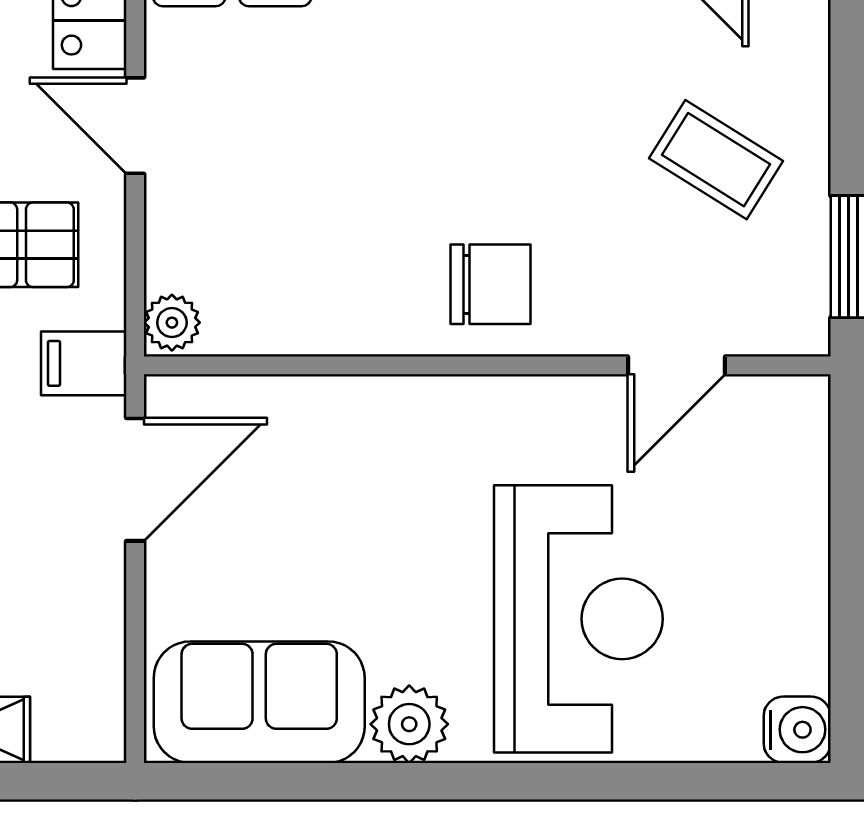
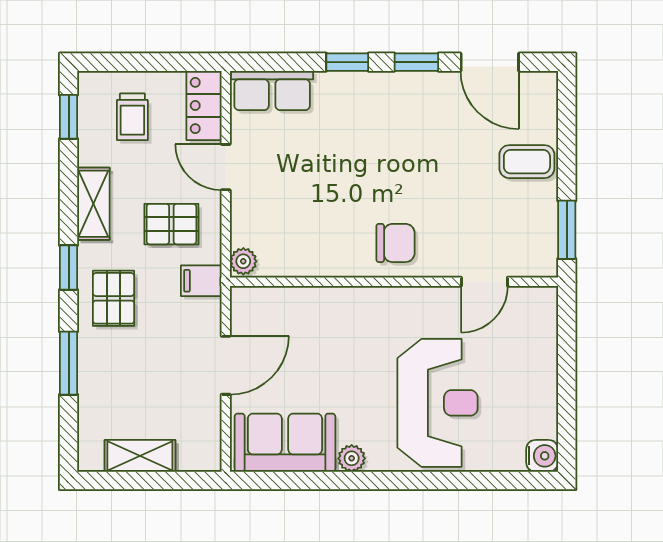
coffee table: (716, 160) -> (527, 162), moved, turned -32
door: (135, 479) -> (226, 365), moved
plant: (409, 724) -> (352, 458), width x0.73, depth x0.73

